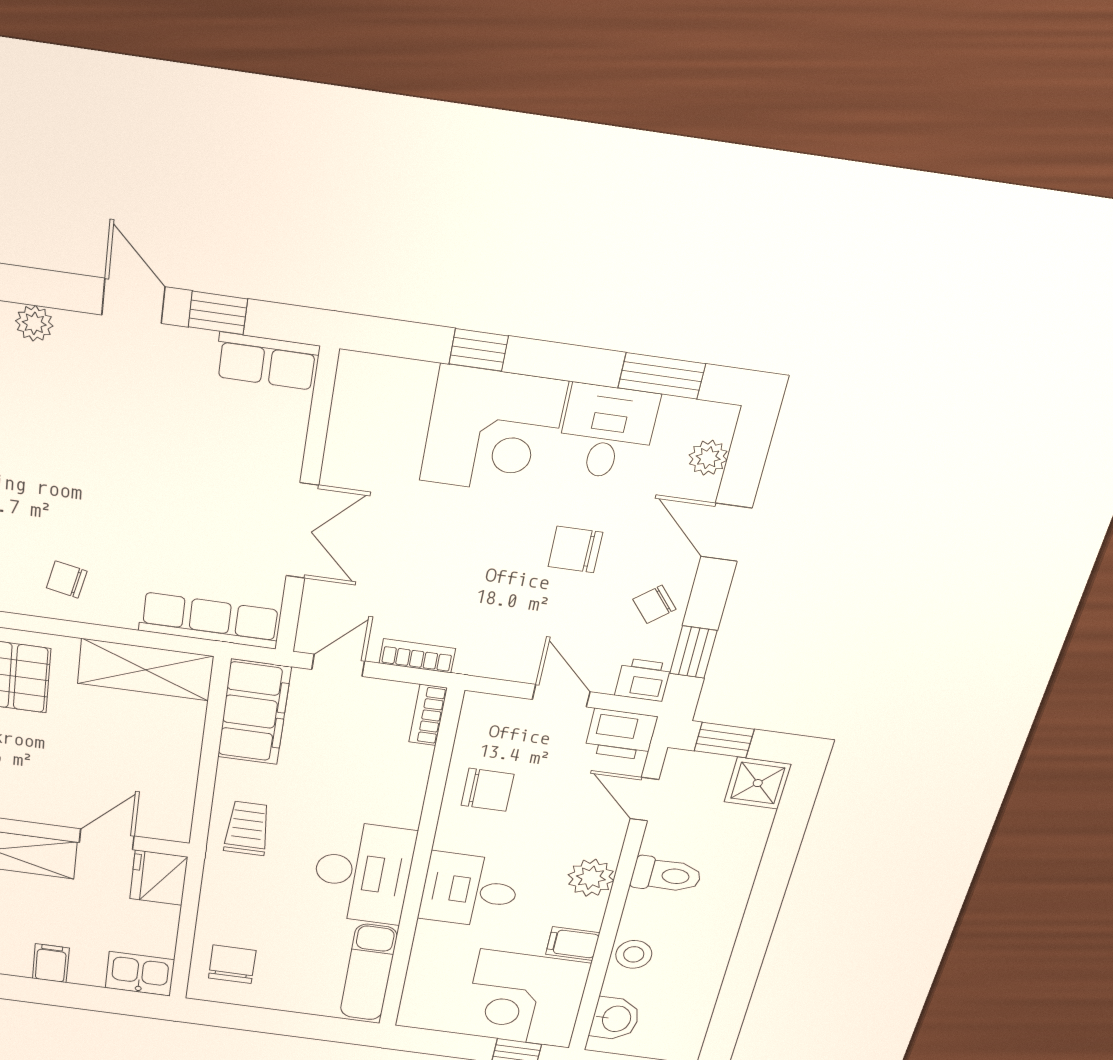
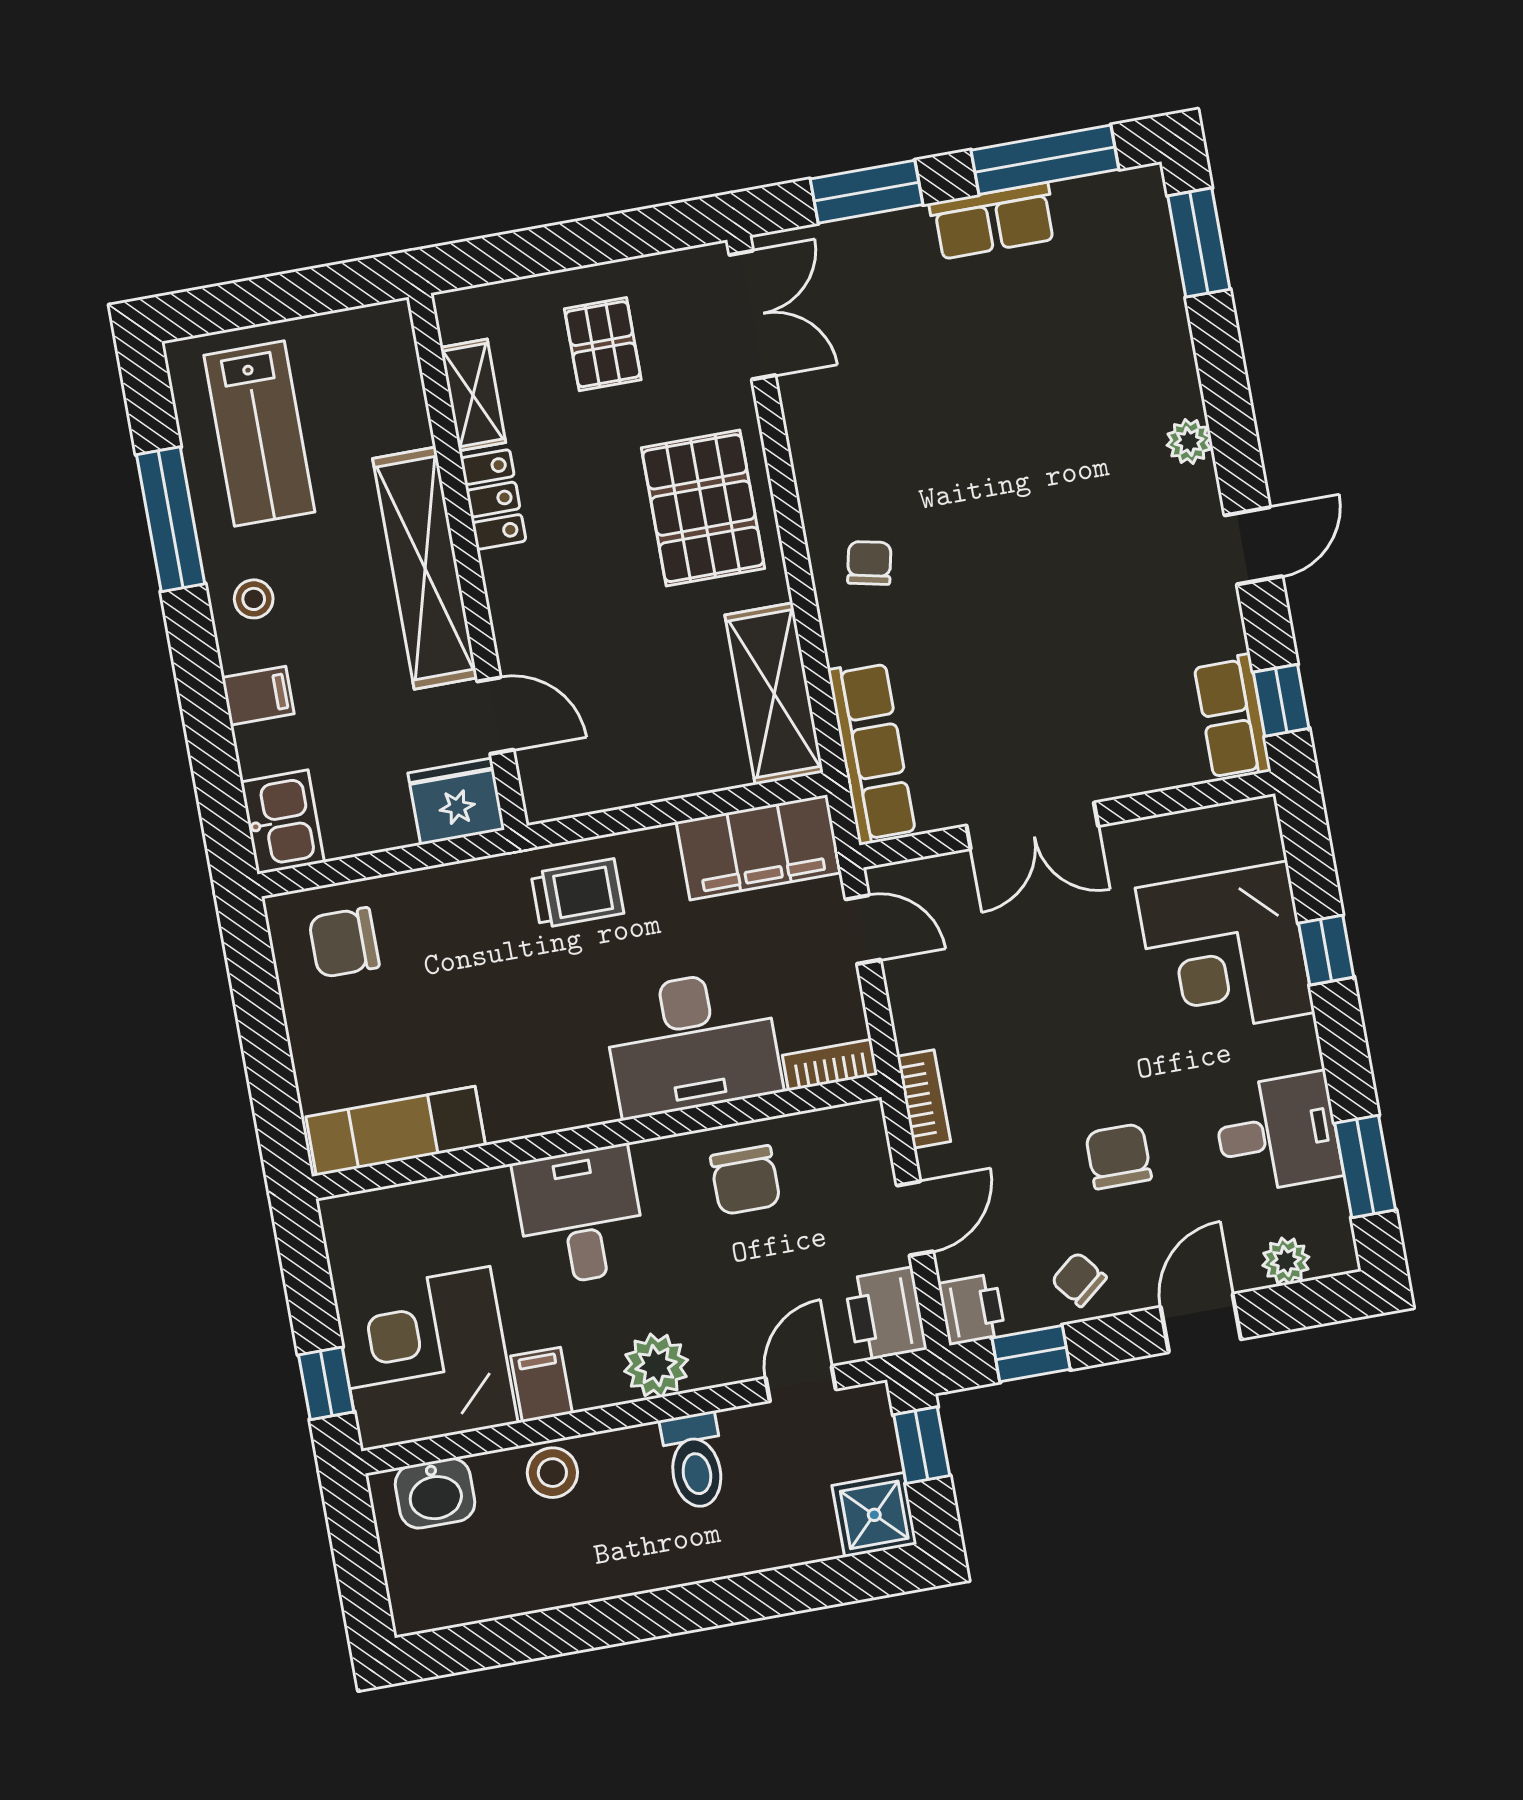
window: (218, 313) -> (1281, 700), moved
corner desk: (493, 431) -> (1225, 950), moved
bookcase: (417, 656) -> (924, 1099), moved
desk: (363, 873) -> (692, 1043), moved
chair: (232, 964) -> (344, 942), turned 180

